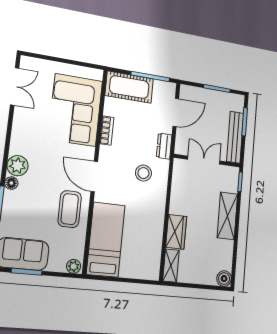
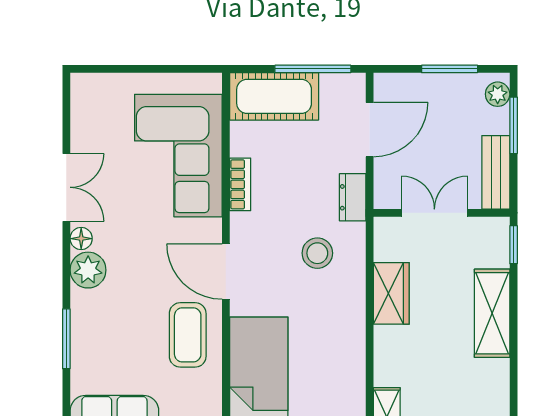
double door: (15, 86) -> (66, 187), moved
plant: (238, 105) -> (498, 94), added
bench: (235, 137) -> (496, 172), width x0.73
floor lamp: (11, 183) -> (81, 239), moved
wardrobe: (176, 232) -> (391, 293), moved

